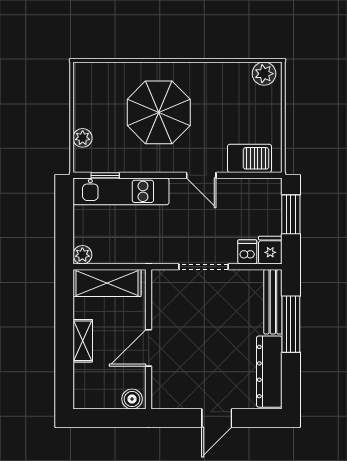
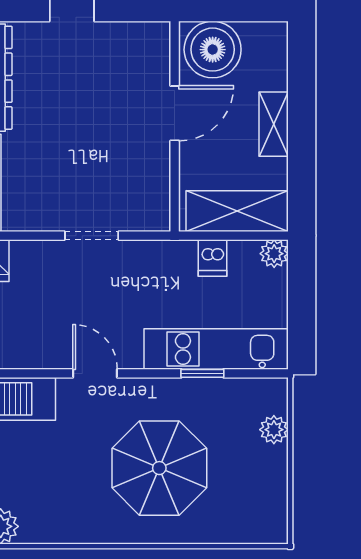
window: (105, 175) -> (202, 373), moved
dishwasher: (247, 252) -> (212, 258), moved
doorway: (204, 267) -> (92, 236), width x0.73
boiler: (132, 399) -> (213, 50), width x1.86, depth x1.86

